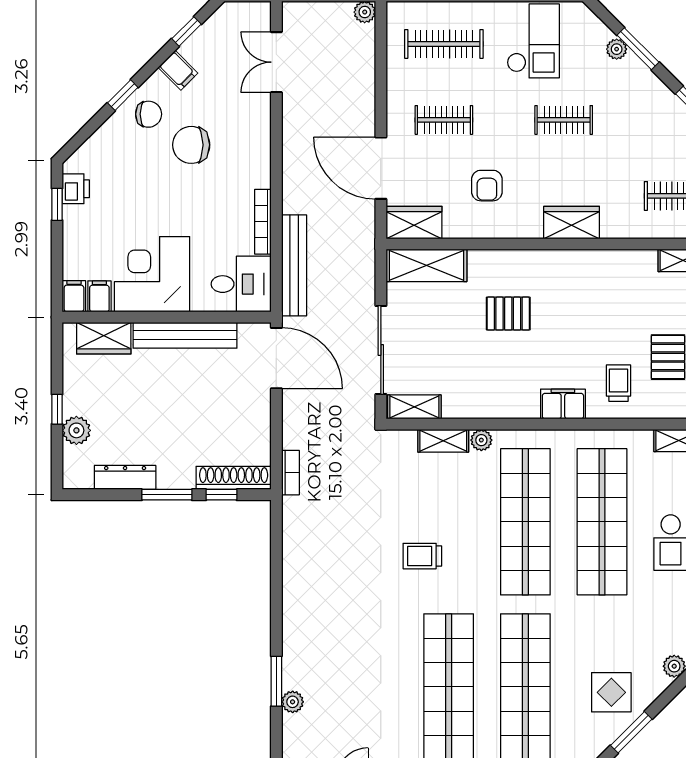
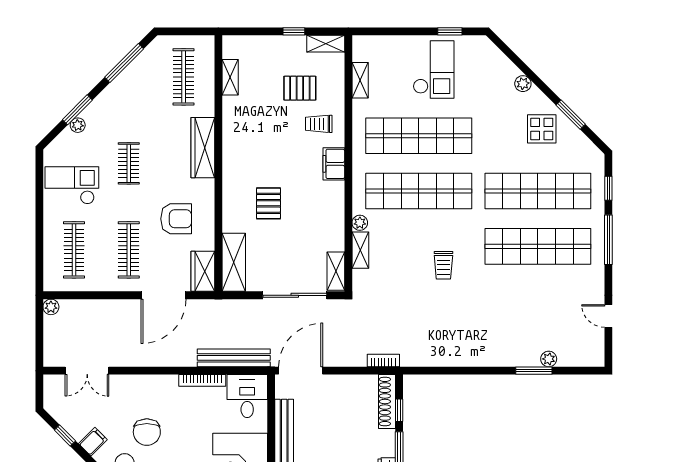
clothes rail: (444, 120) -> (129, 250), width x1.36
armchair: (487, 186) -> (176, 219), width x1.38, depth x1.38
wardrobe: (572, 223) -> (203, 148), width x1.50

